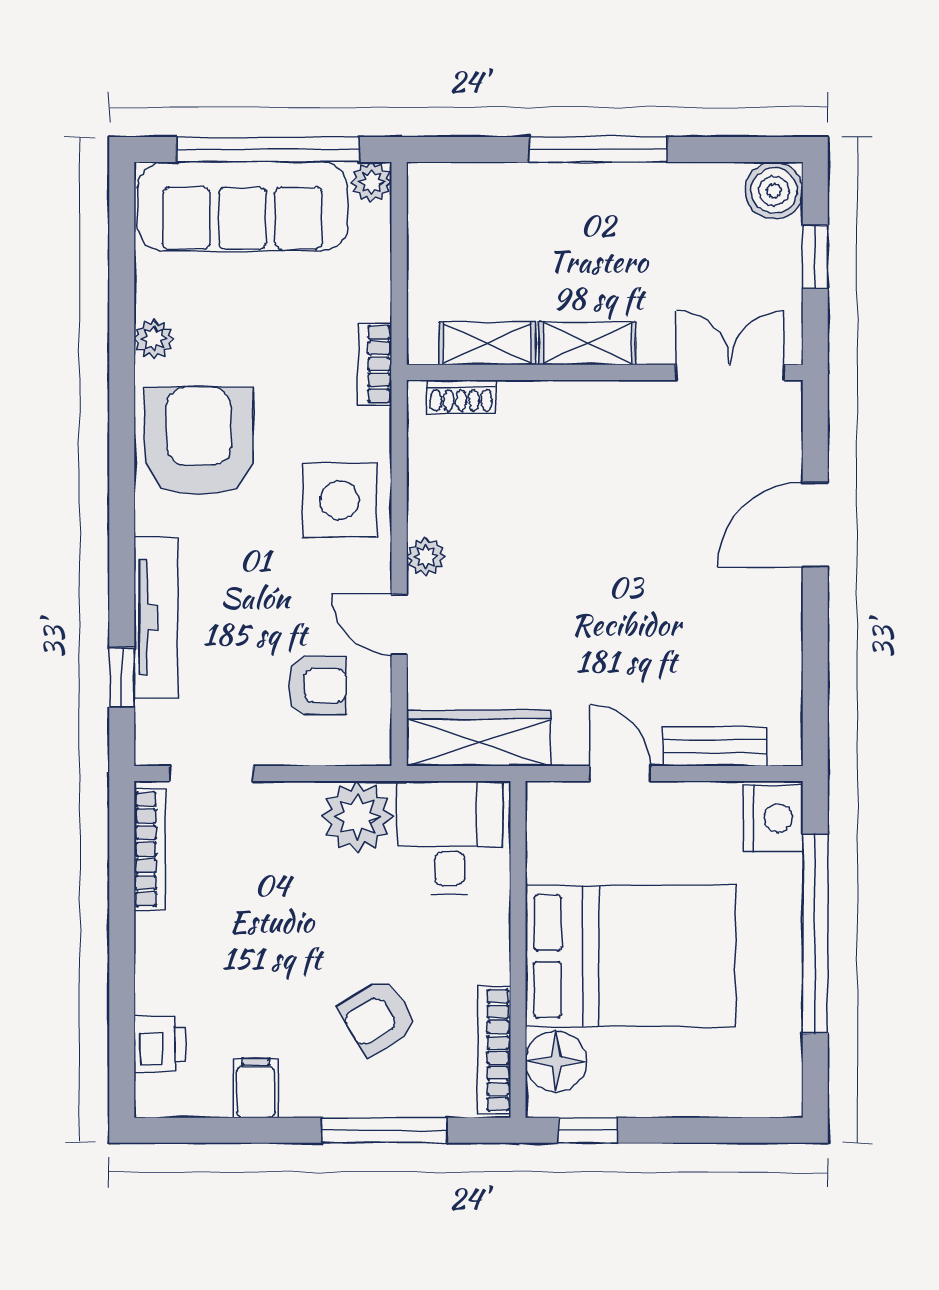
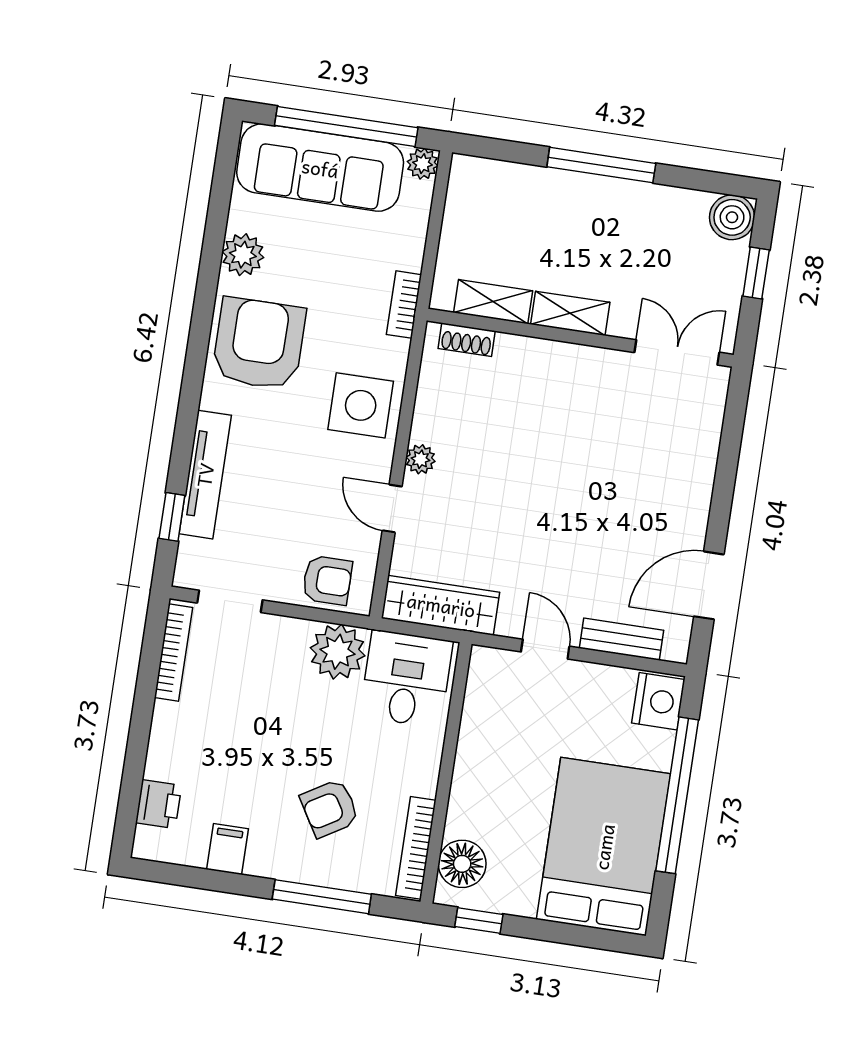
plant: (154, 339) -> (243, 255), width x1.38, depth x1.38
door: (815, 525) -> (709, 585), moved
armchair: (317, 686) -> (327, 580), moved
bed: (631, 956) -> (604, 847), moved, turned -90

